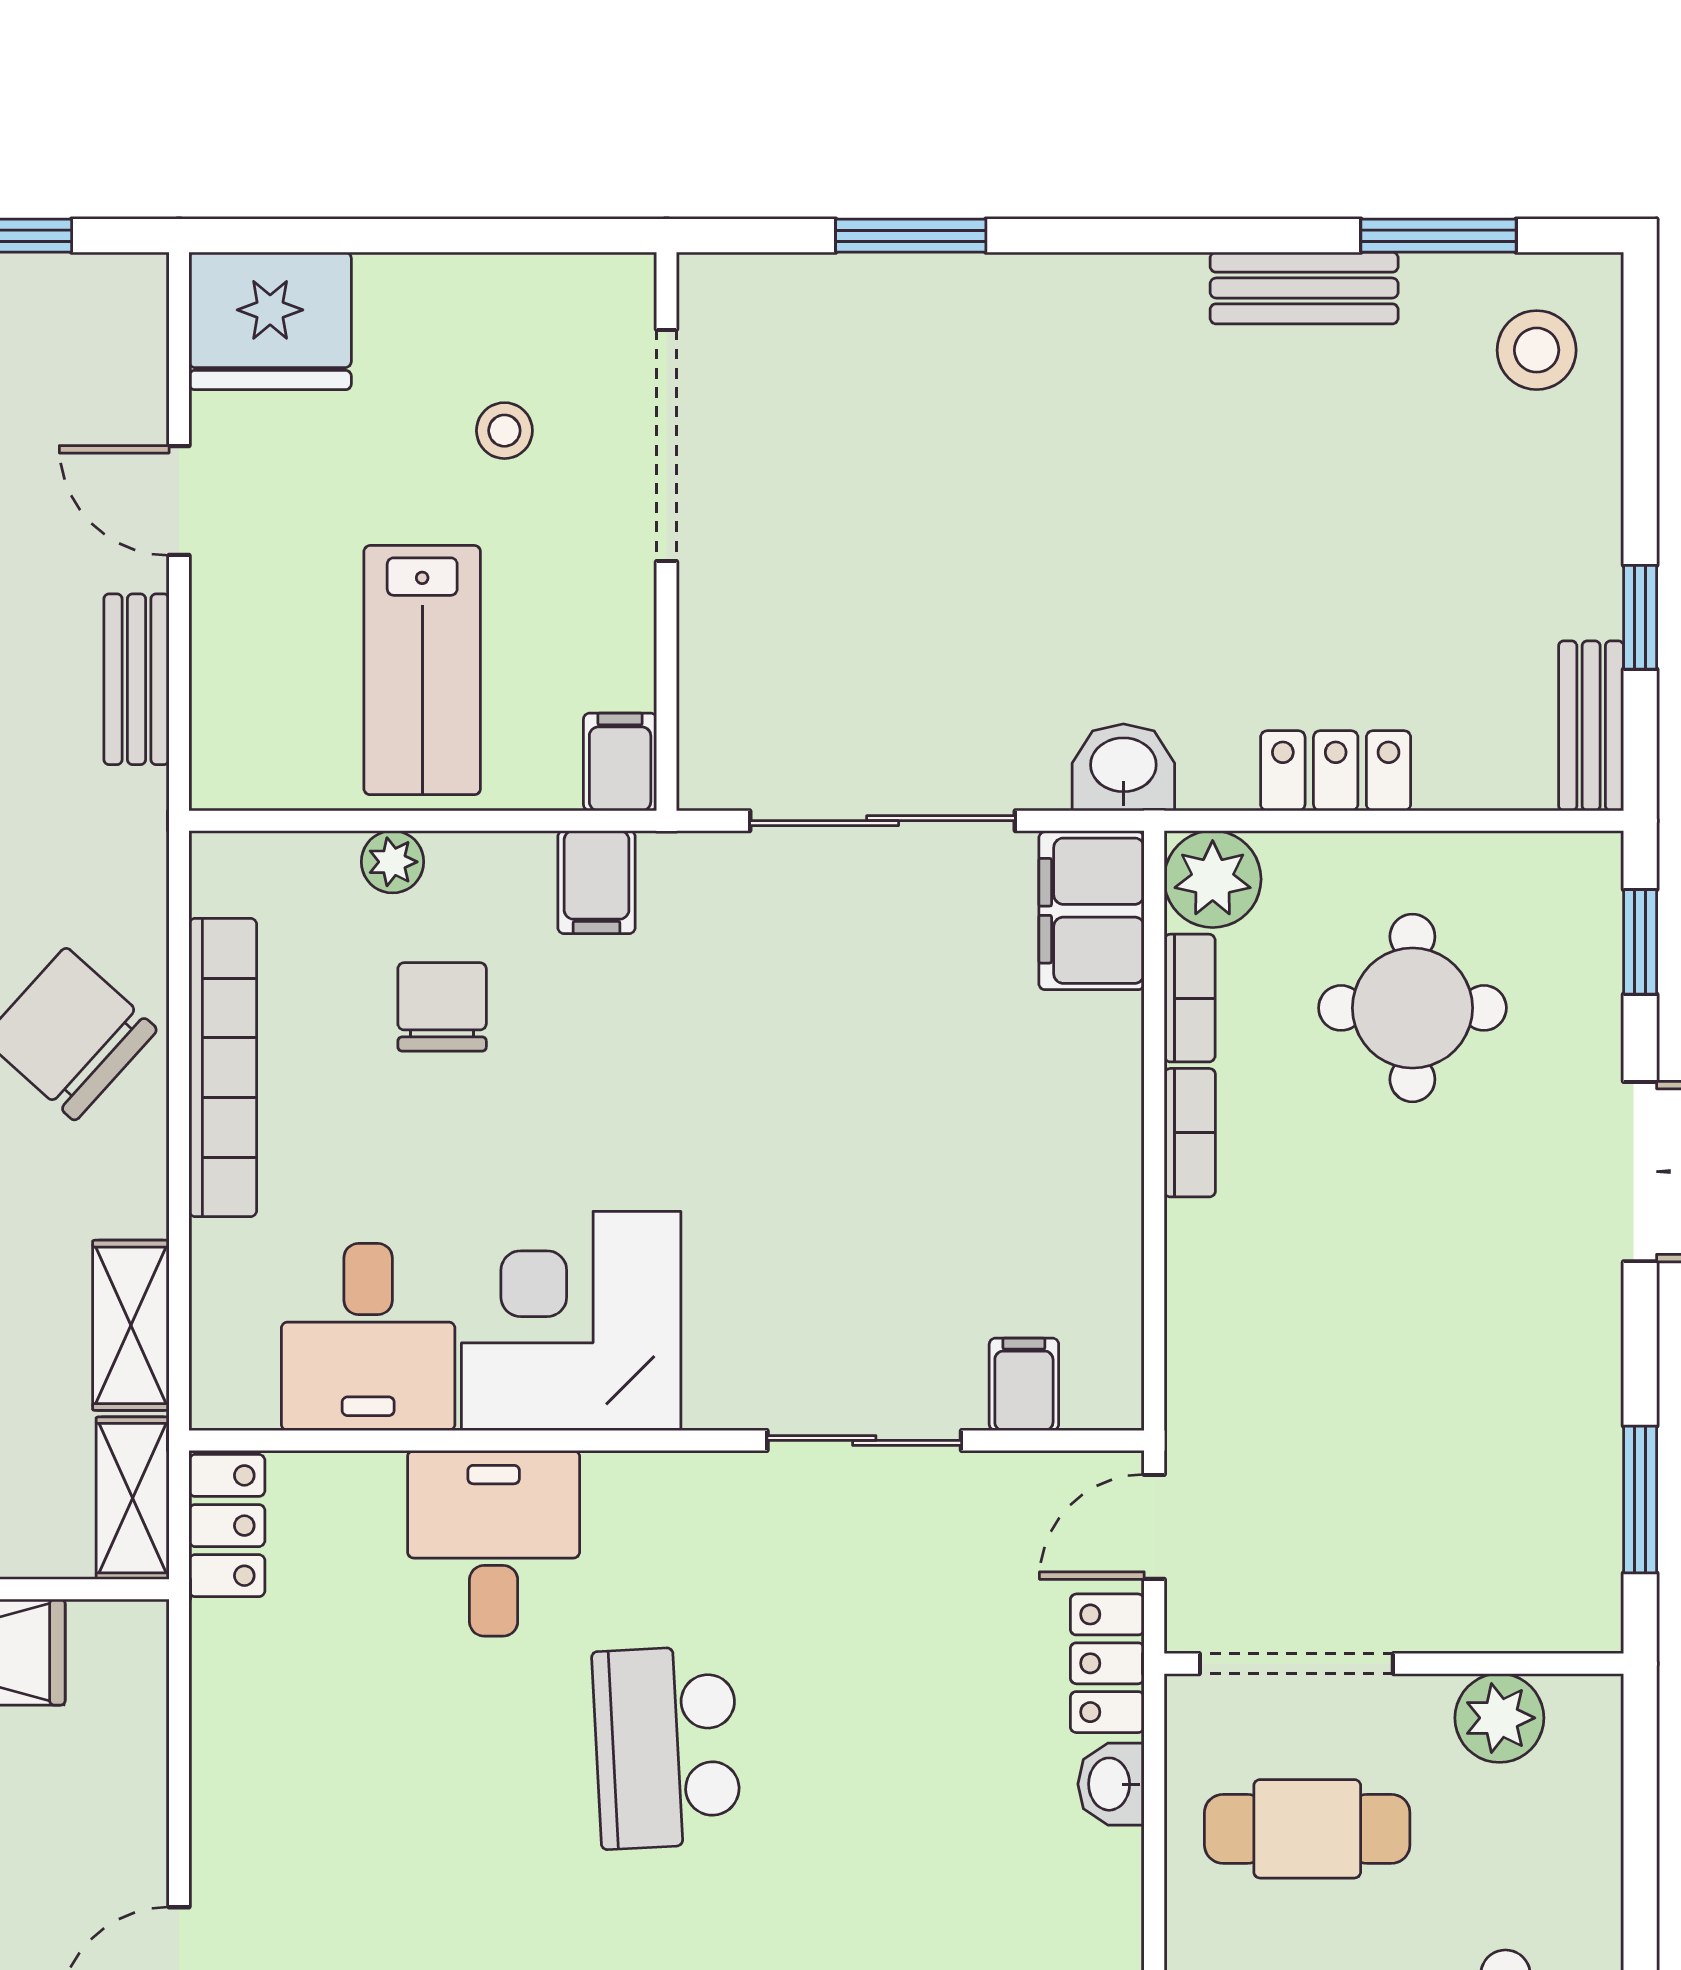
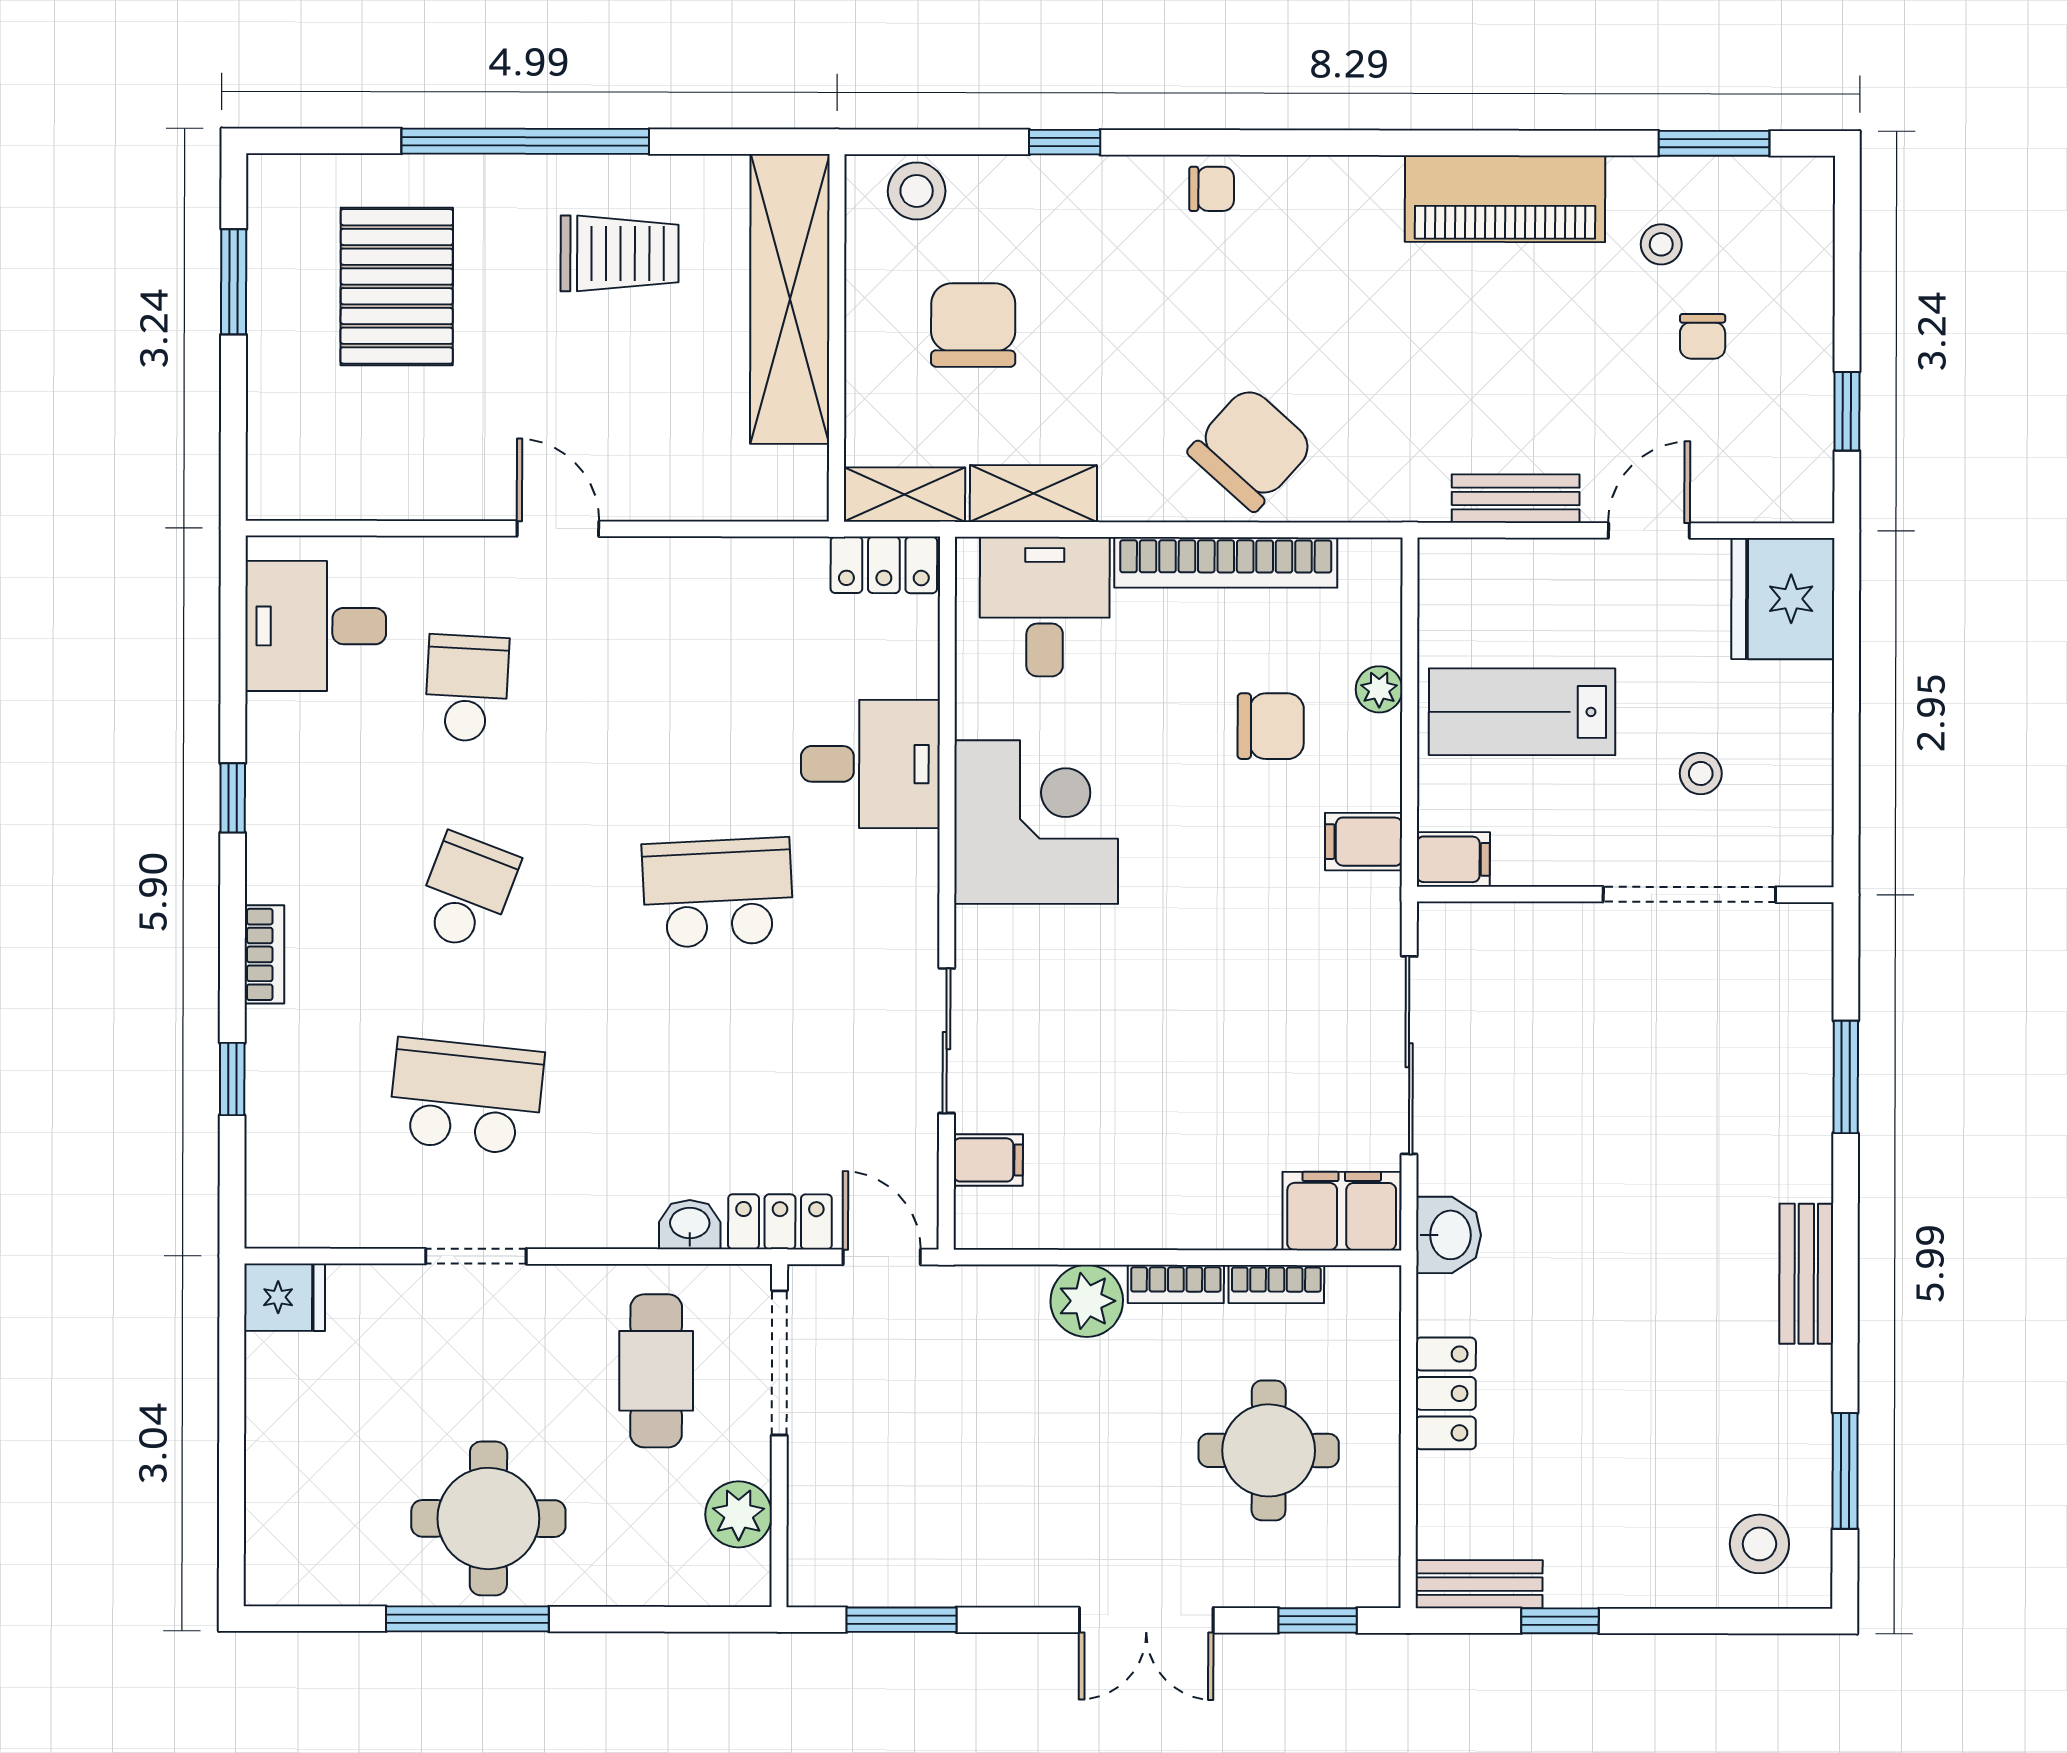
bench: (1304, 288) -> (1806, 1274), moved
plant: (1213, 879) -> (1087, 1301), moved
desk: (368, 1337) -> (1045, 607), moved, turned 90

